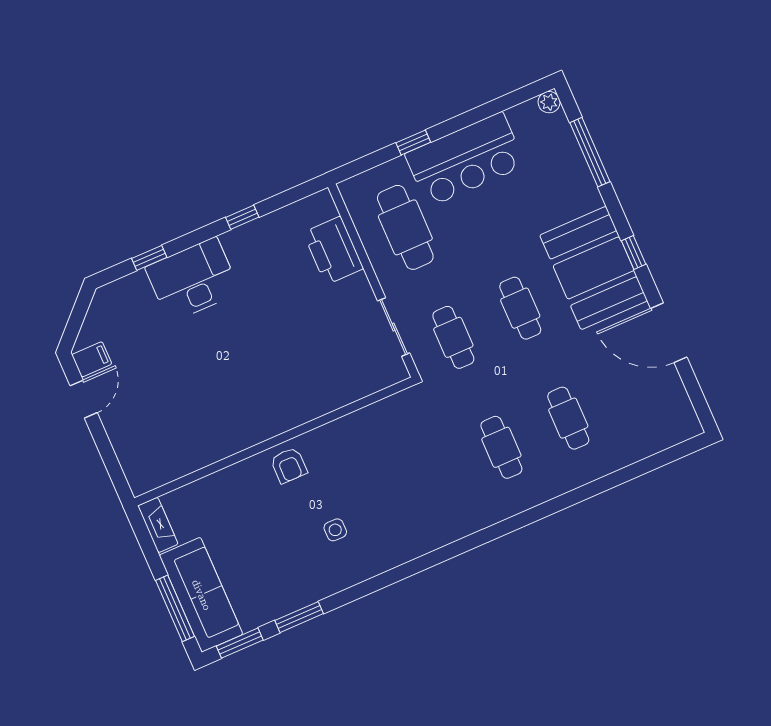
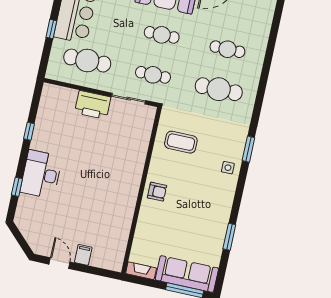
printer: (333, 251) -> (93, 105), moved
filing cabinet: (92, 359) -> (83, 255), moved
cafe table: (501, 447) -> (219, 89), width x1.37, depth x1.35
coffee table: (385, 448) -> (181, 142), added
side table: (335, 530) -> (228, 168), moved
window: (240, 643) -> (248, 149), moved

